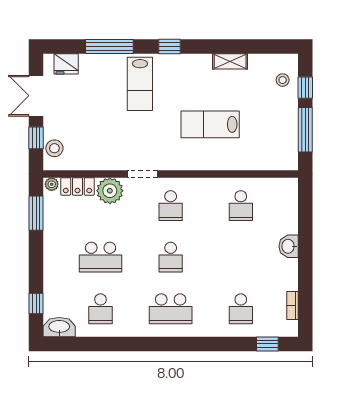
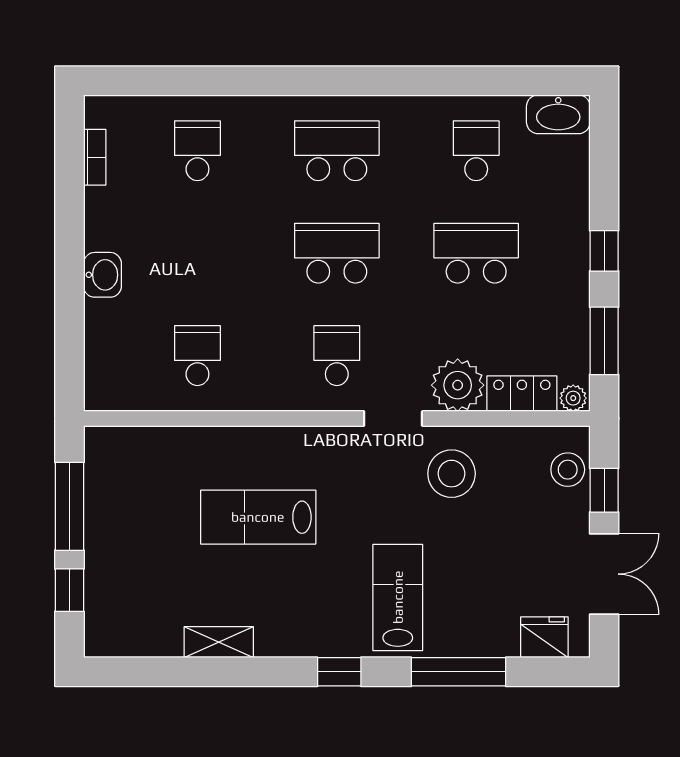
stool: (283, 80) -> (452, 474), moved, width x1.89, depth x1.89
lab bench: (210, 124) -> (258, 517), turned 180
school desk: (171, 257) -> (337, 253), width x1.85
window: (36, 304) -> (604, 251), moved
window: (267, 344) -> (145, 81), removed

